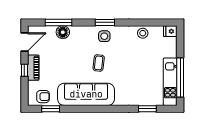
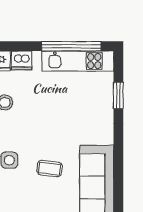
dishwasher: (171, 44) -> (22, 60), added

